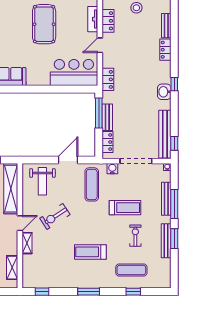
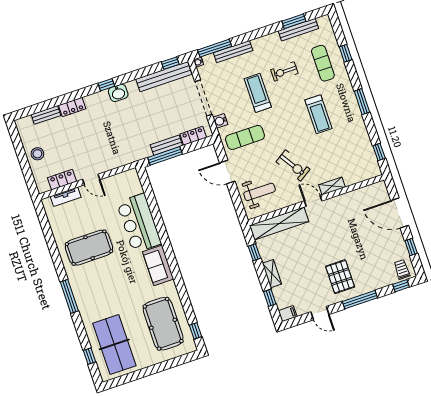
bar counter: (74, 73) -> (139, 223), moved
locker: (108, 79) -> (125, 158), removed
window: (174, 204) -> (215, 48), moved
window: (174, 239) -> (294, 21), moved
bench: (166, 241) -> (298, 30), moved
shelving: (12, 268) -> (364, 193), removed

